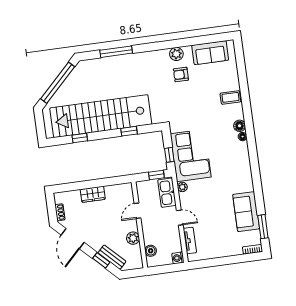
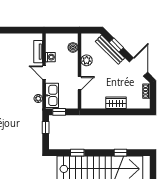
corner sofa: (191, 155) -> (27, 125), removed
bench: (112, 257) -> (110, 50), width x1.36
washing machine: (178, 258) -> (50, 57), moved

